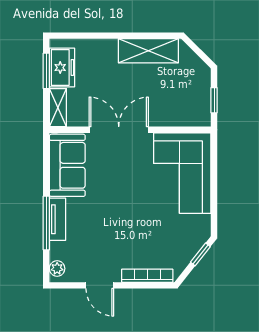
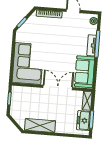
double door: (119, 130) -> (58, 87), swing flipped

